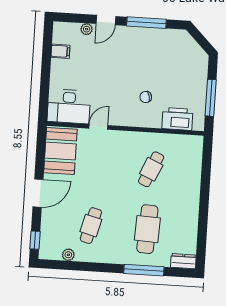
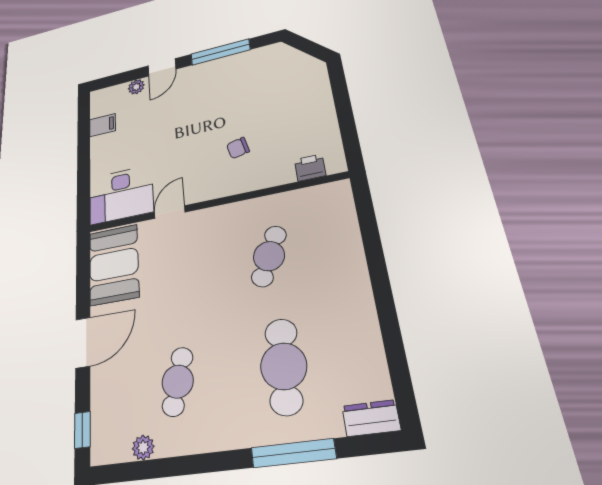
window: (211, 98) -> (346, 119), removed
printer: (177, 119) -> (310, 168), width x0.53, depth x0.68

